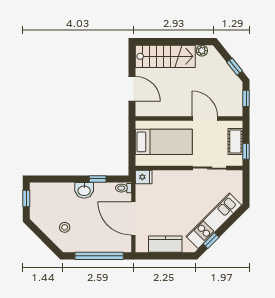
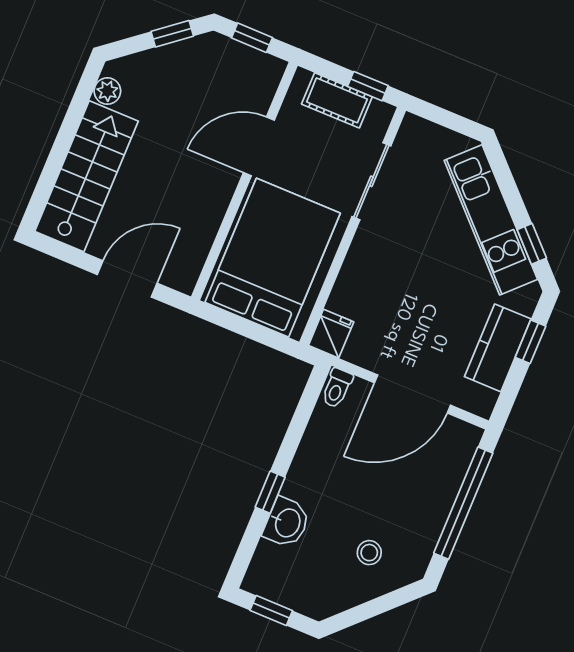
bed: (164, 142) -> (273, 258), width x1.50
window: (98, 179) -> (270, 492), moved
washbasin: (84, 190) -> (287, 523), moved
window: (173, 256) -> (530, 342), added

